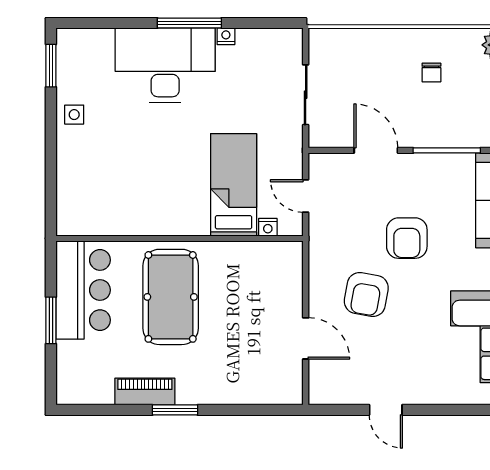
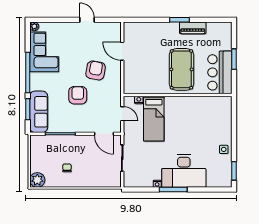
door: (376, 150) -> (104, 134), moved

